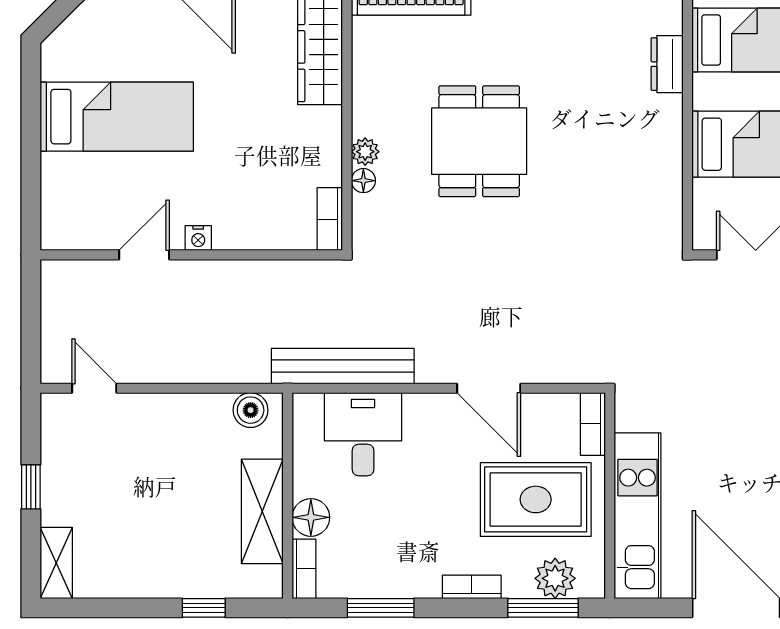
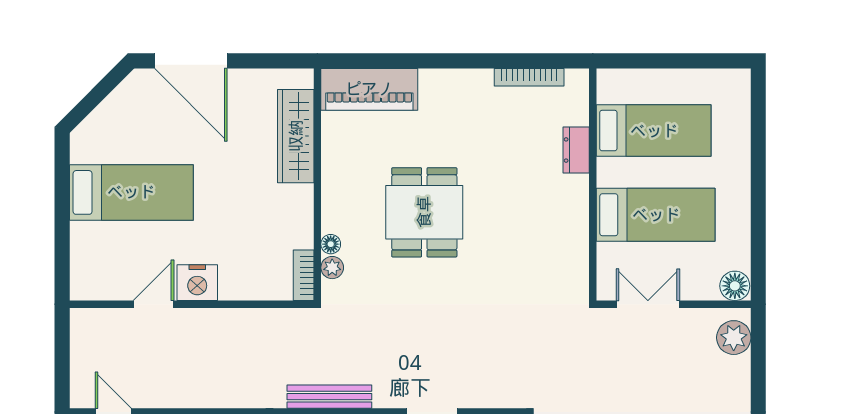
plant: (365, 152) -> (332, 268), moved
nightstand: (198, 238) -> (197, 283), width x1.89, depth x1.79
bench: (343, 366) -> (329, 397), width x0.73, depth x0.82

